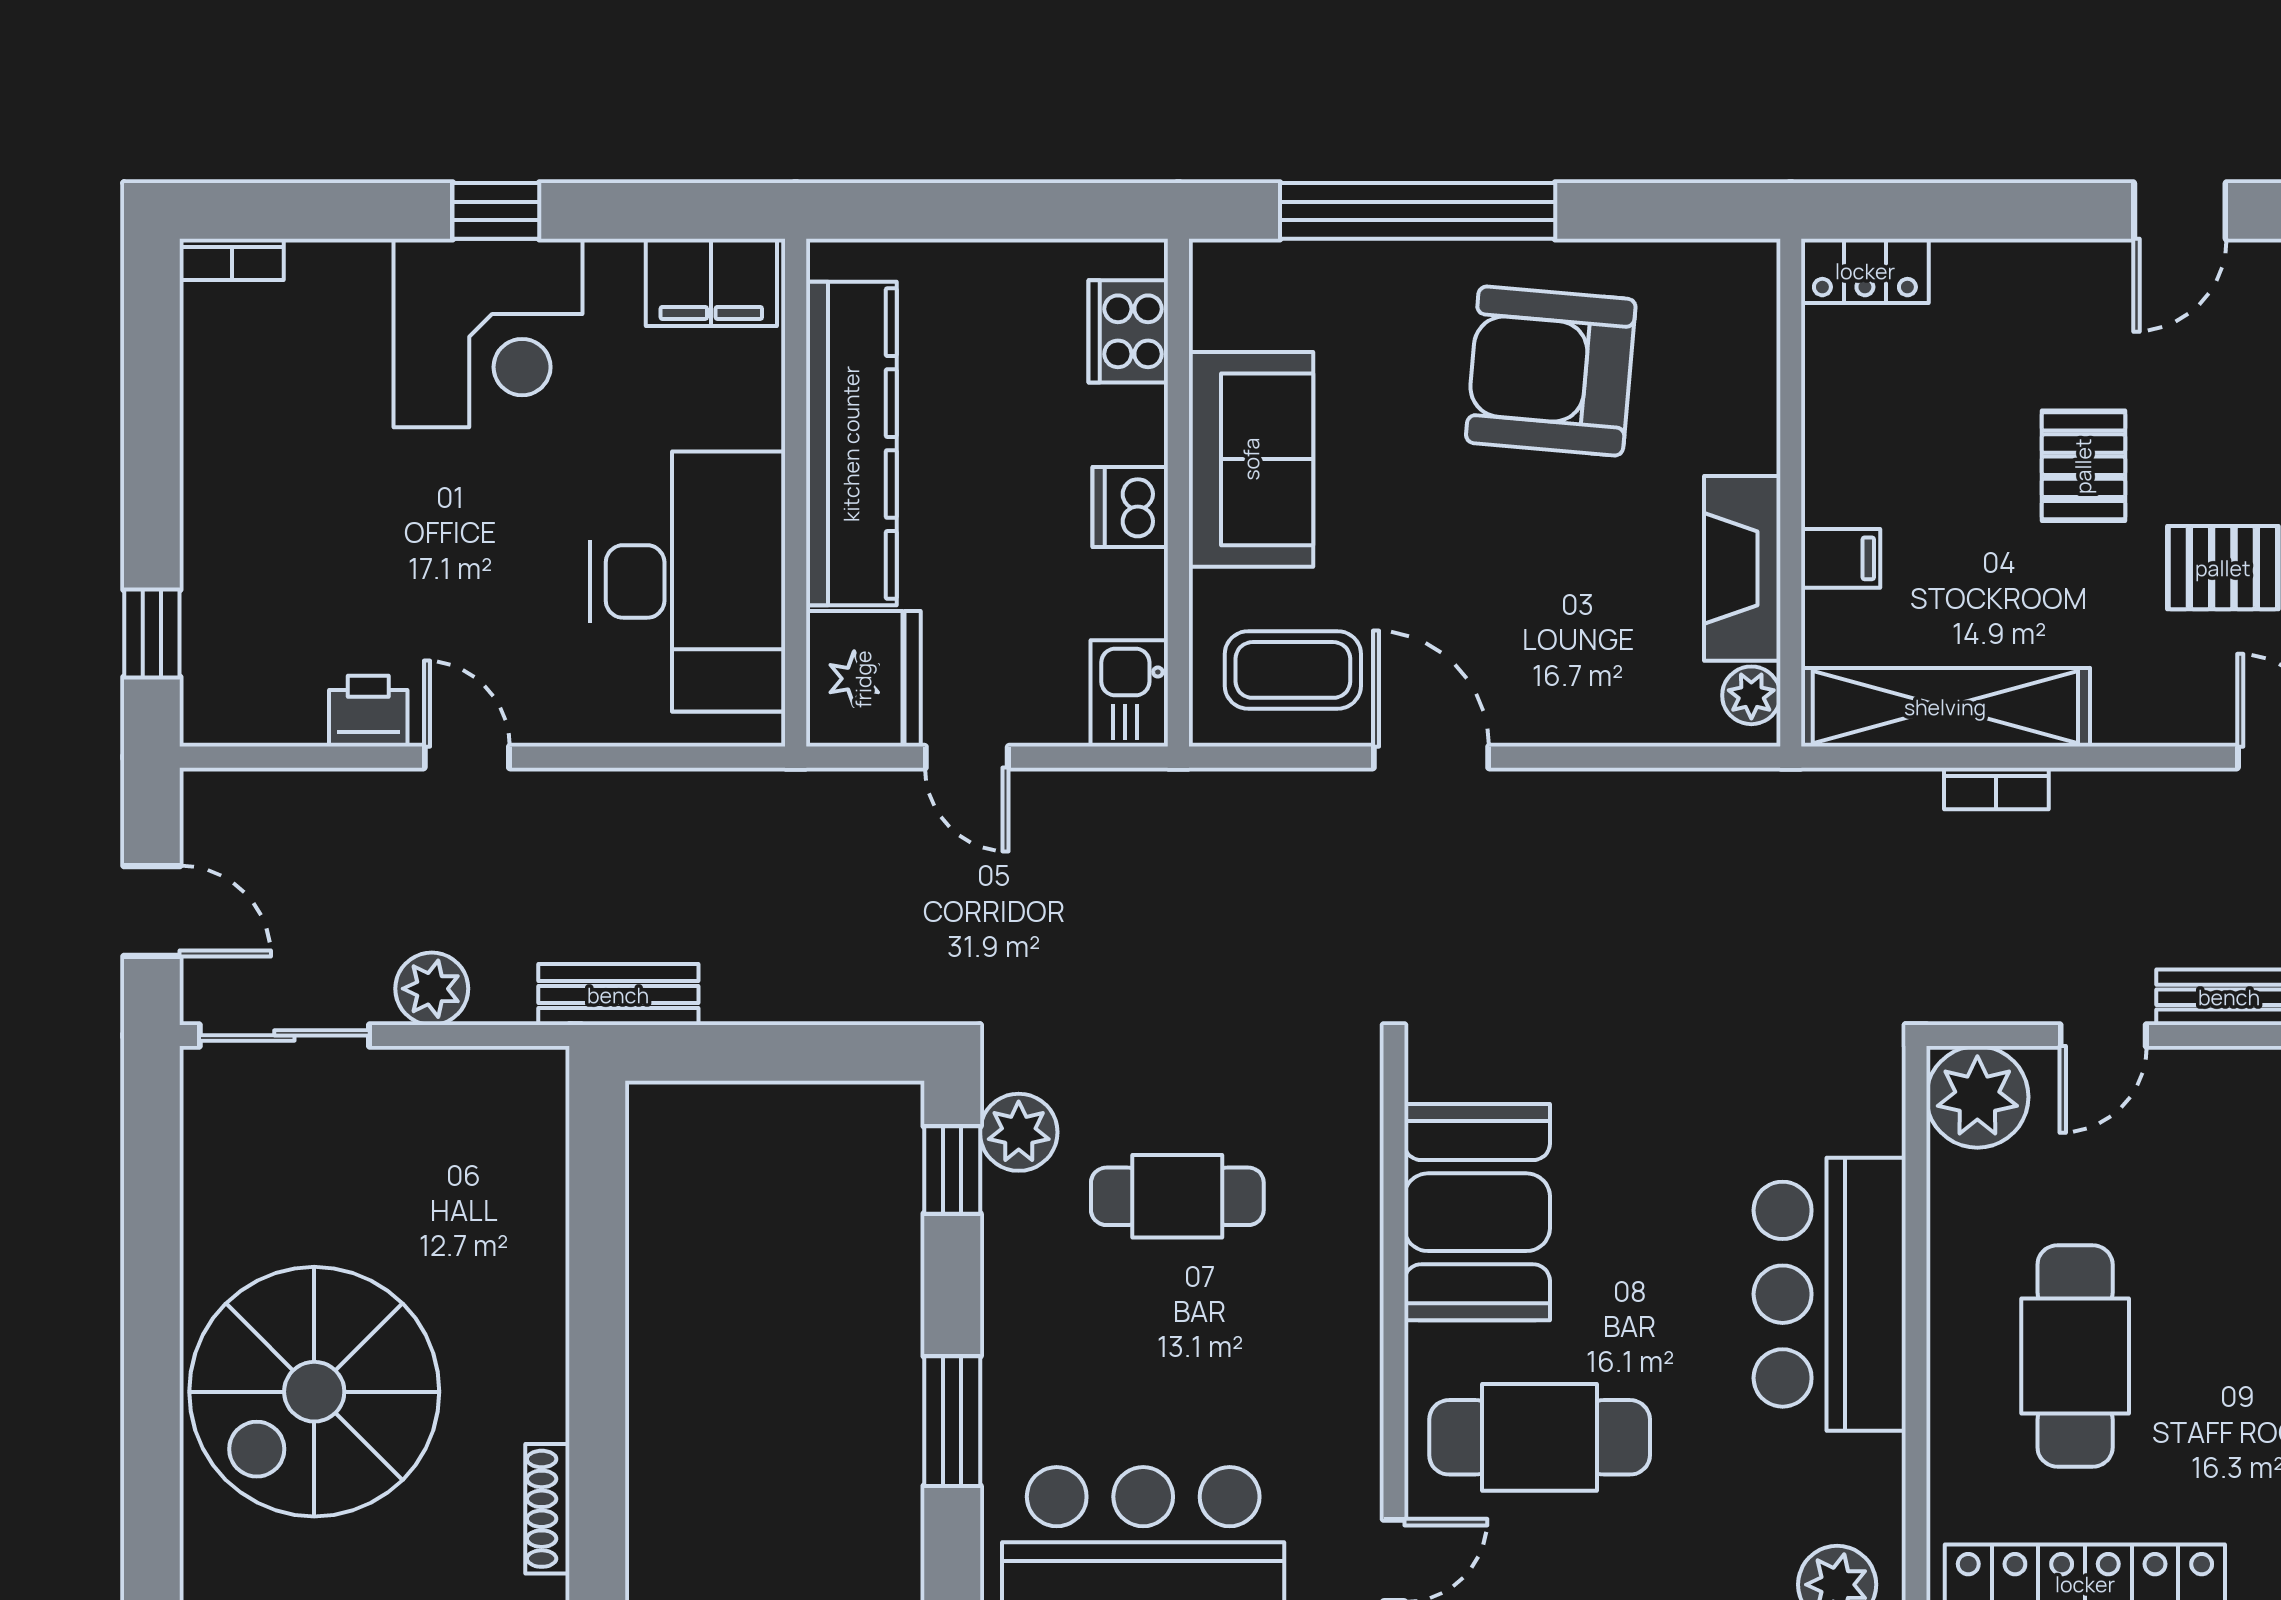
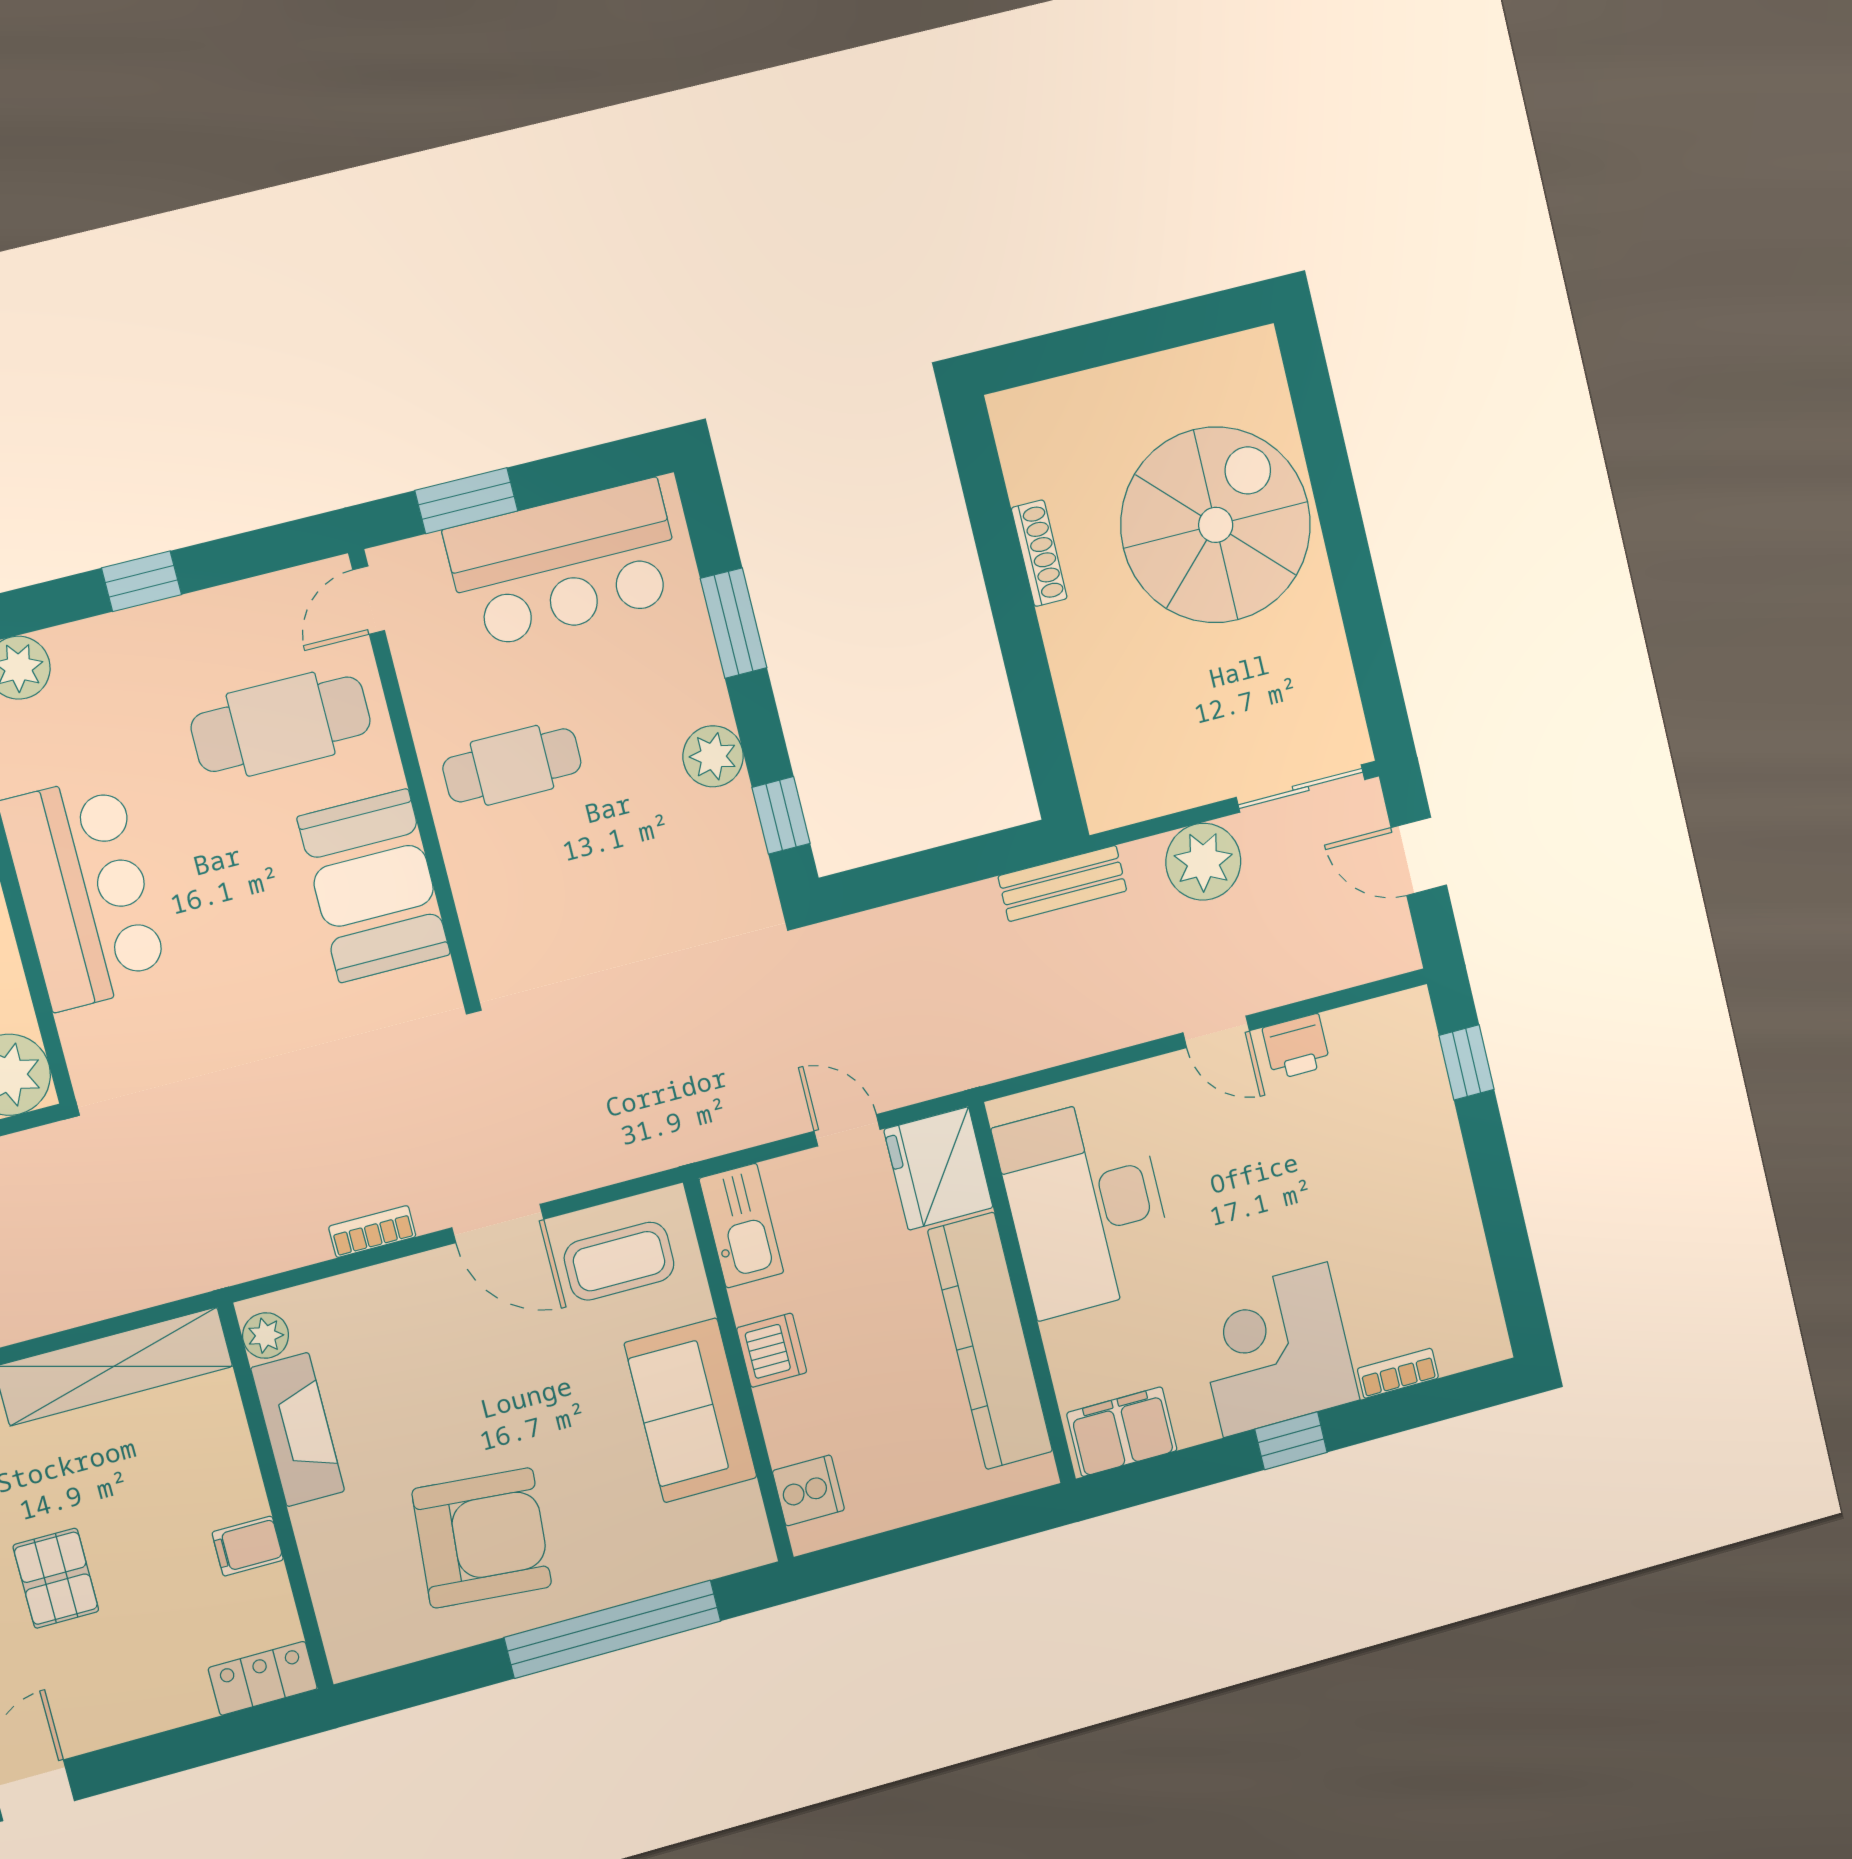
bookcase: (232, 259) -> (1398, 1373), moved
cooker: (1128, 331) -> (808, 1490), width x0.73
filing cabinet: (1841, 558) -> (248, 1546), moved
kitchen sink: (1129, 693) -> (741, 1226), width x1.38
bookcase: (1996, 788) -> (372, 1232), moved
plant: (432, 989) -> (1203, 862), width x1.36, depth x1.36
plant: (1019, 1132) -> (713, 756), moved
cafe table: (1177, 1196) -> (512, 765), moved
shoe rack: (547, 1509) -> (1039, 553), moved

